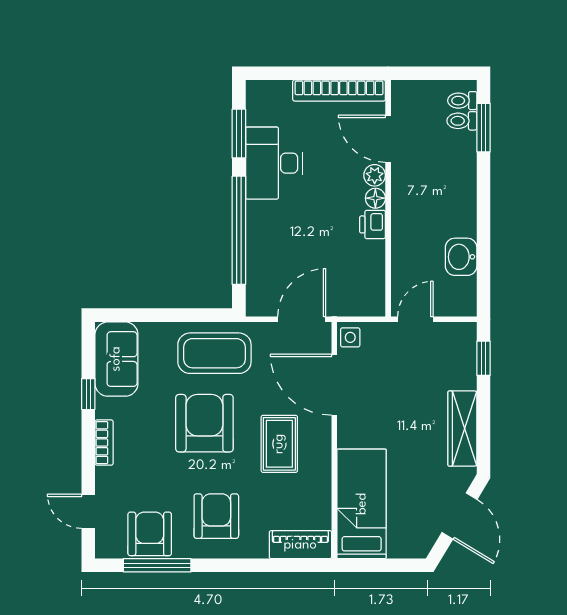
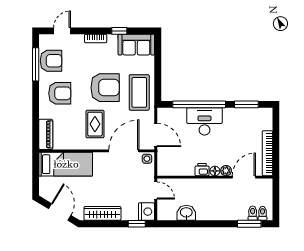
desk: (274, 163) -> (204, 121), moved
nightstand: (459, 338) -> (147, 212), added
rug: (279, 444) -> (95, 124), turned 90
door: (459, 516) -> (60, 212), swing flipped

